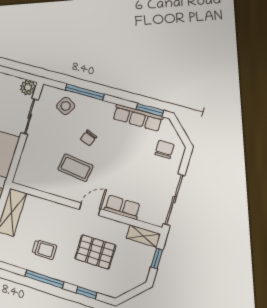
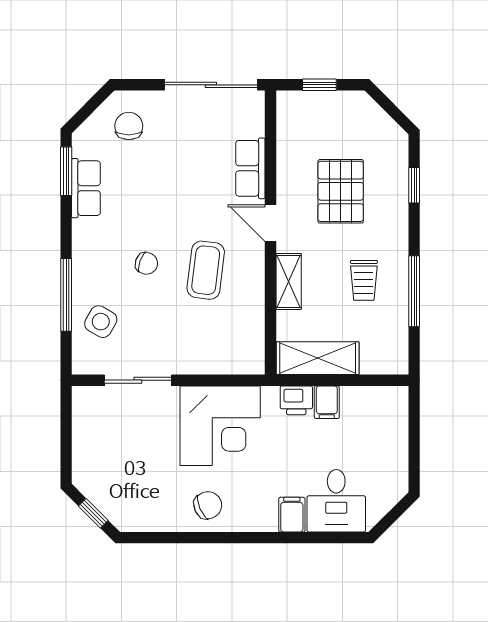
plant: (28, 88) -> (86, 400), removed
row of seats: (138, 118) -> (86, 188), width x0.68
chair: (164, 149) -> (129, 126), turned 90
shelving: (143, 236) -> (289, 281), moved
trolley: (44, 249) -> (364, 280), turned 180
window: (44, 279) -> (414, 291), moved

